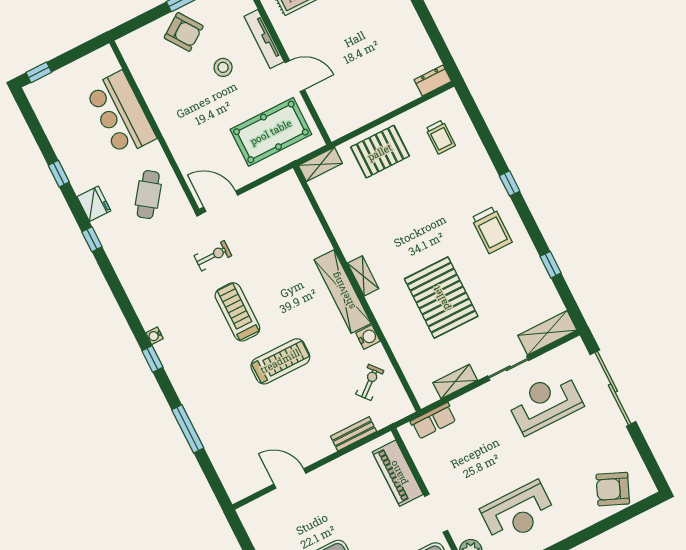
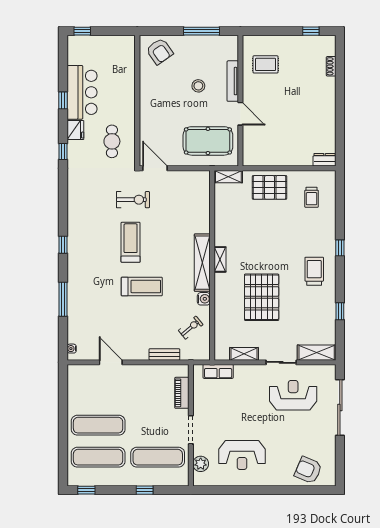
armchair: (184, 32) -> (160, 51), moved
bar counter: (121, 114) -> (82, 92), moved, turned 180
cafe table: (148, 195) -> (112, 141), turned -36
trolley: (492, 230) -> (314, 271), turned 180
exercise bike: (213, 256) -> (133, 200), width x1.38, depth x1.39
water cooler: (155, 336) -> (72, 349), moved
piano: (398, 473) -> (182, 393), width x0.73, depth x0.75

